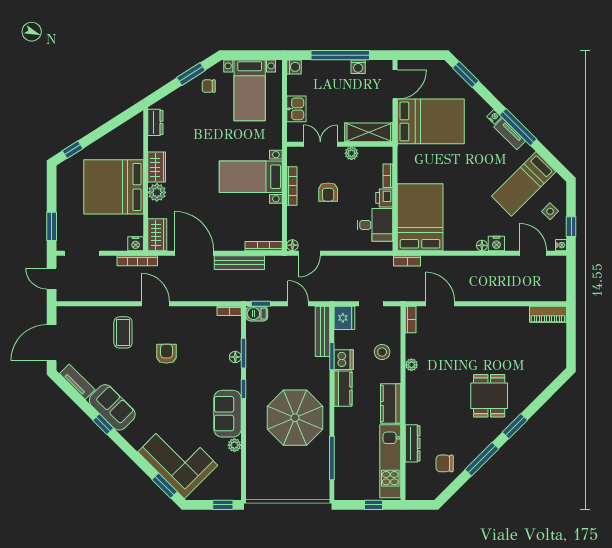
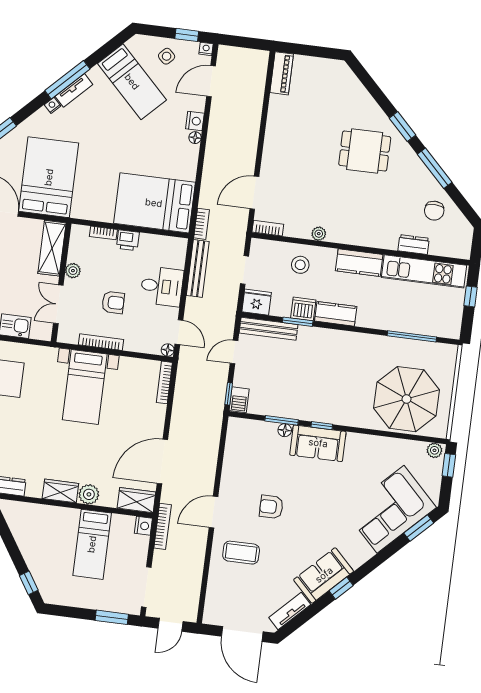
bed: (114, 187) -> (92, 544), width x0.49
desk: (375, 225) -> (162, 286), moved, turned 90
bench: (239, 263) -> (198, 268), moved
bookcase: (229, 311) -> (232, 430), removed
sofa: (228, 414) -> (318, 443), moved
parasol: (295, 418) -> (407, 399), moved
dresser: (413, 443) -> (413, 245), width x0.70
plant: (234, 445) -> (434, 450), moved

